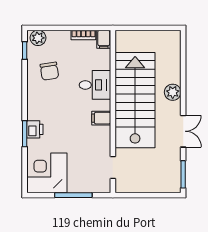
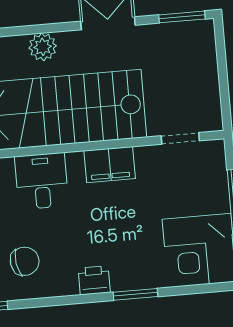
filing cabinet: (101, 118) -> (110, 165), width x2.00
printer: (35, 129) -> (94, 280), moved

